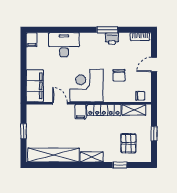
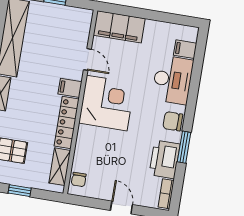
printer: (112, 38) -> (165, 159), width x1.87, depth x1.48
filing cabinet: (32, 40) -> (185, 49), moved
chair: (119, 75) -> (173, 121), moved
door: (60, 103) -> (87, 59), hinge flipped

